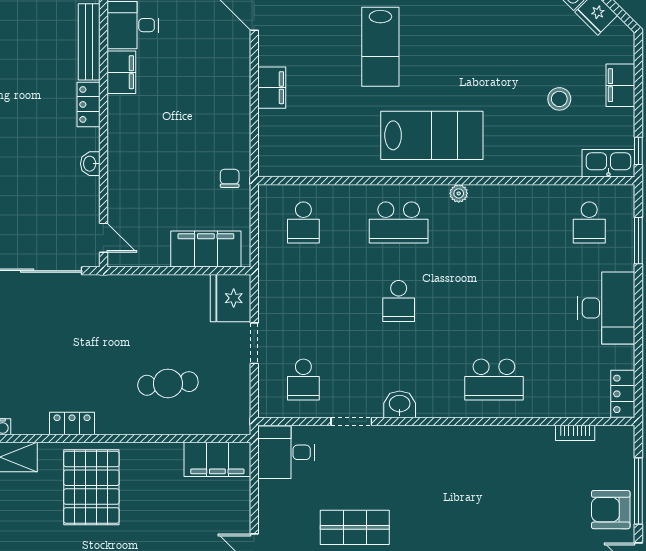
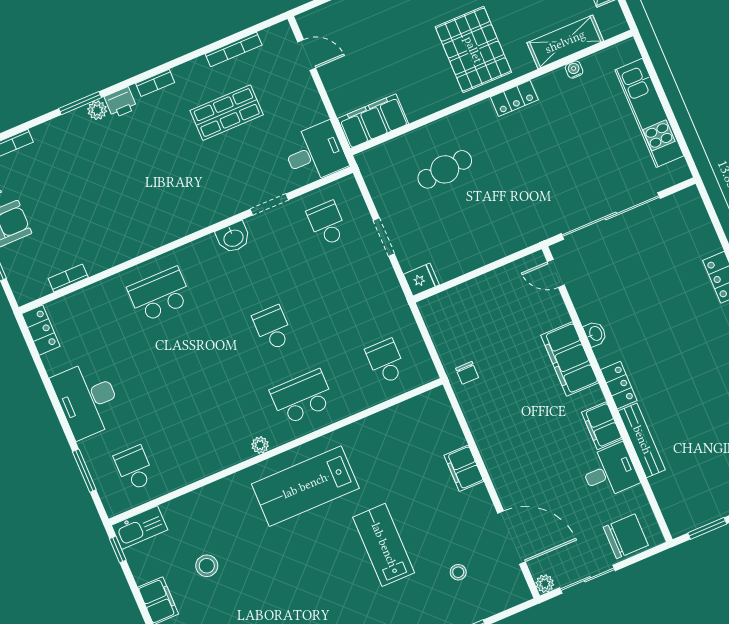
filing cabinet: (206, 249) -> (570, 359), moved, turned 90
fridge: (230, 298) -> (421, 280), width x0.53, depth x0.75

